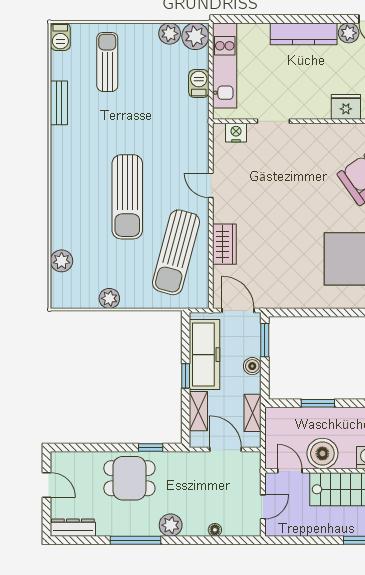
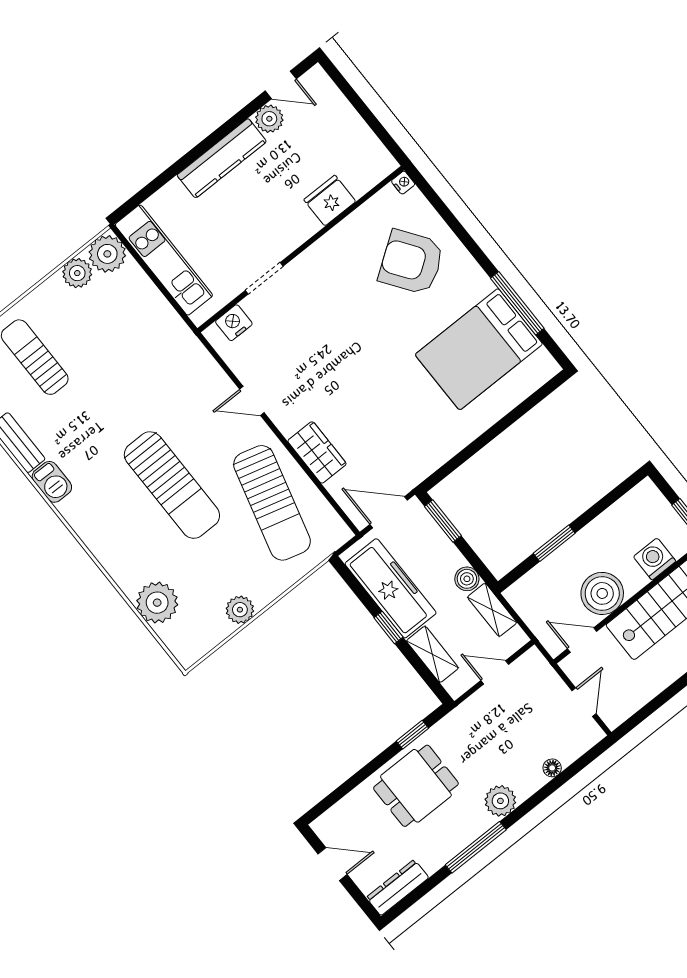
barbecue: (199, 84) -> (52, 482), moved, turned 180
plant: (62, 261) -> (157, 603), width x1.36, depth x1.36
boiler: (252, 366) -> (467, 579), moved
door: (226, 450) -> (495, 672), width x0.73

